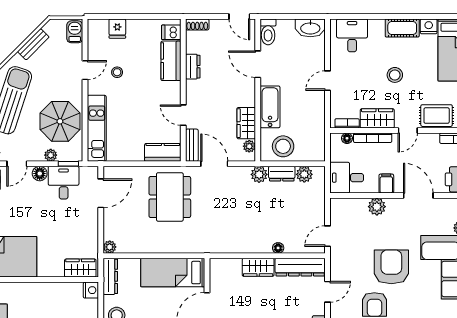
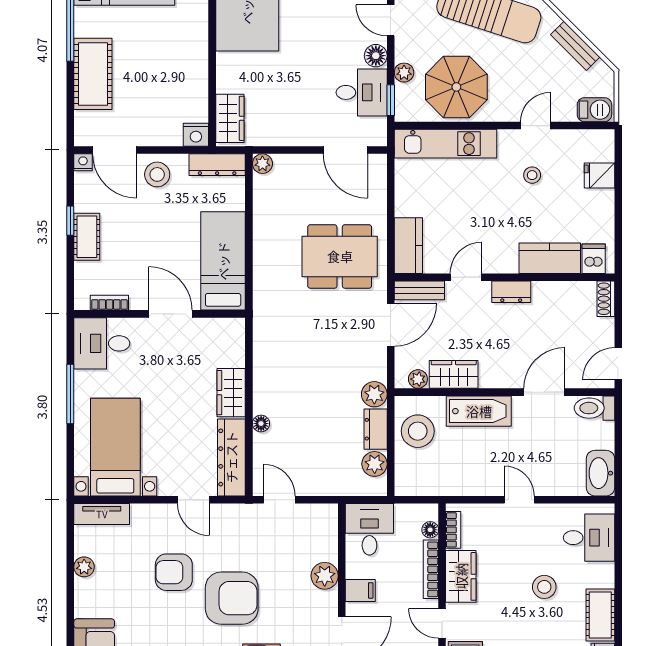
dresser: (193, 67) -> (511, 292), moved
door: (85, 70) -> (535, 126), swing flipped
stool: (395, 75) -> (544, 587), moved

